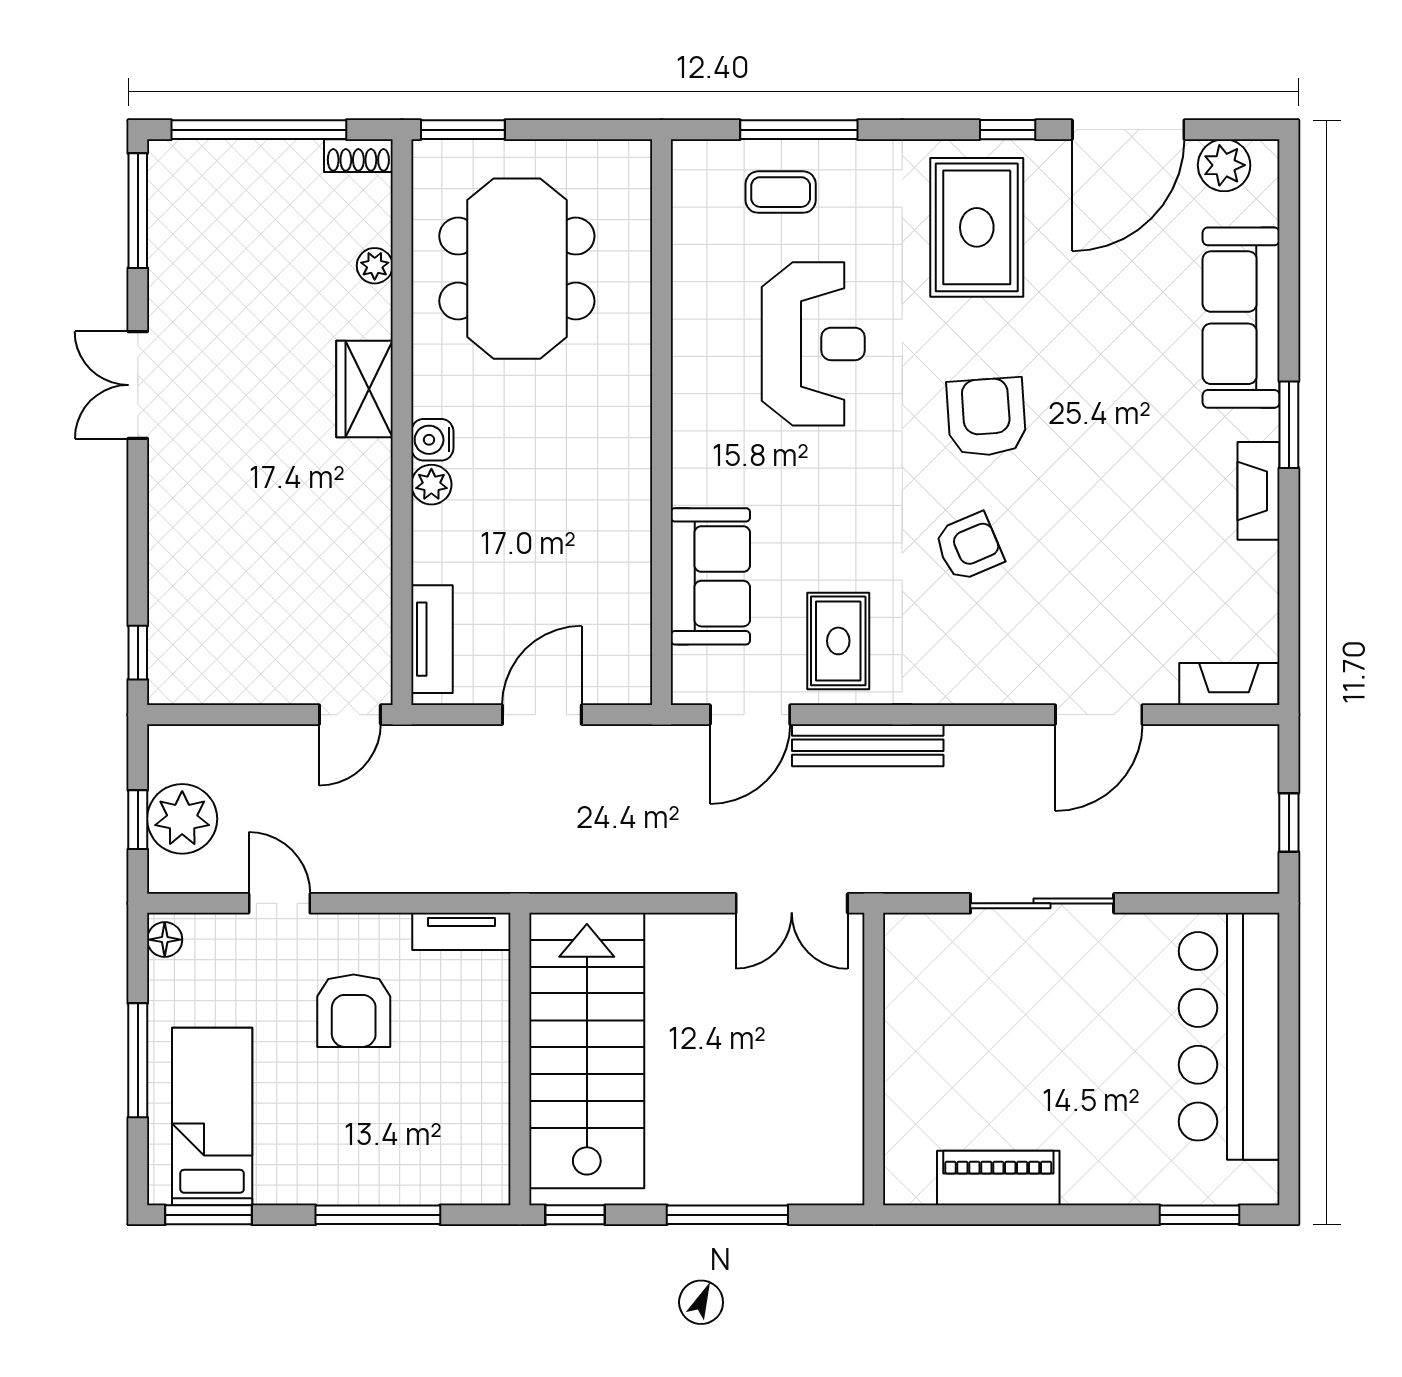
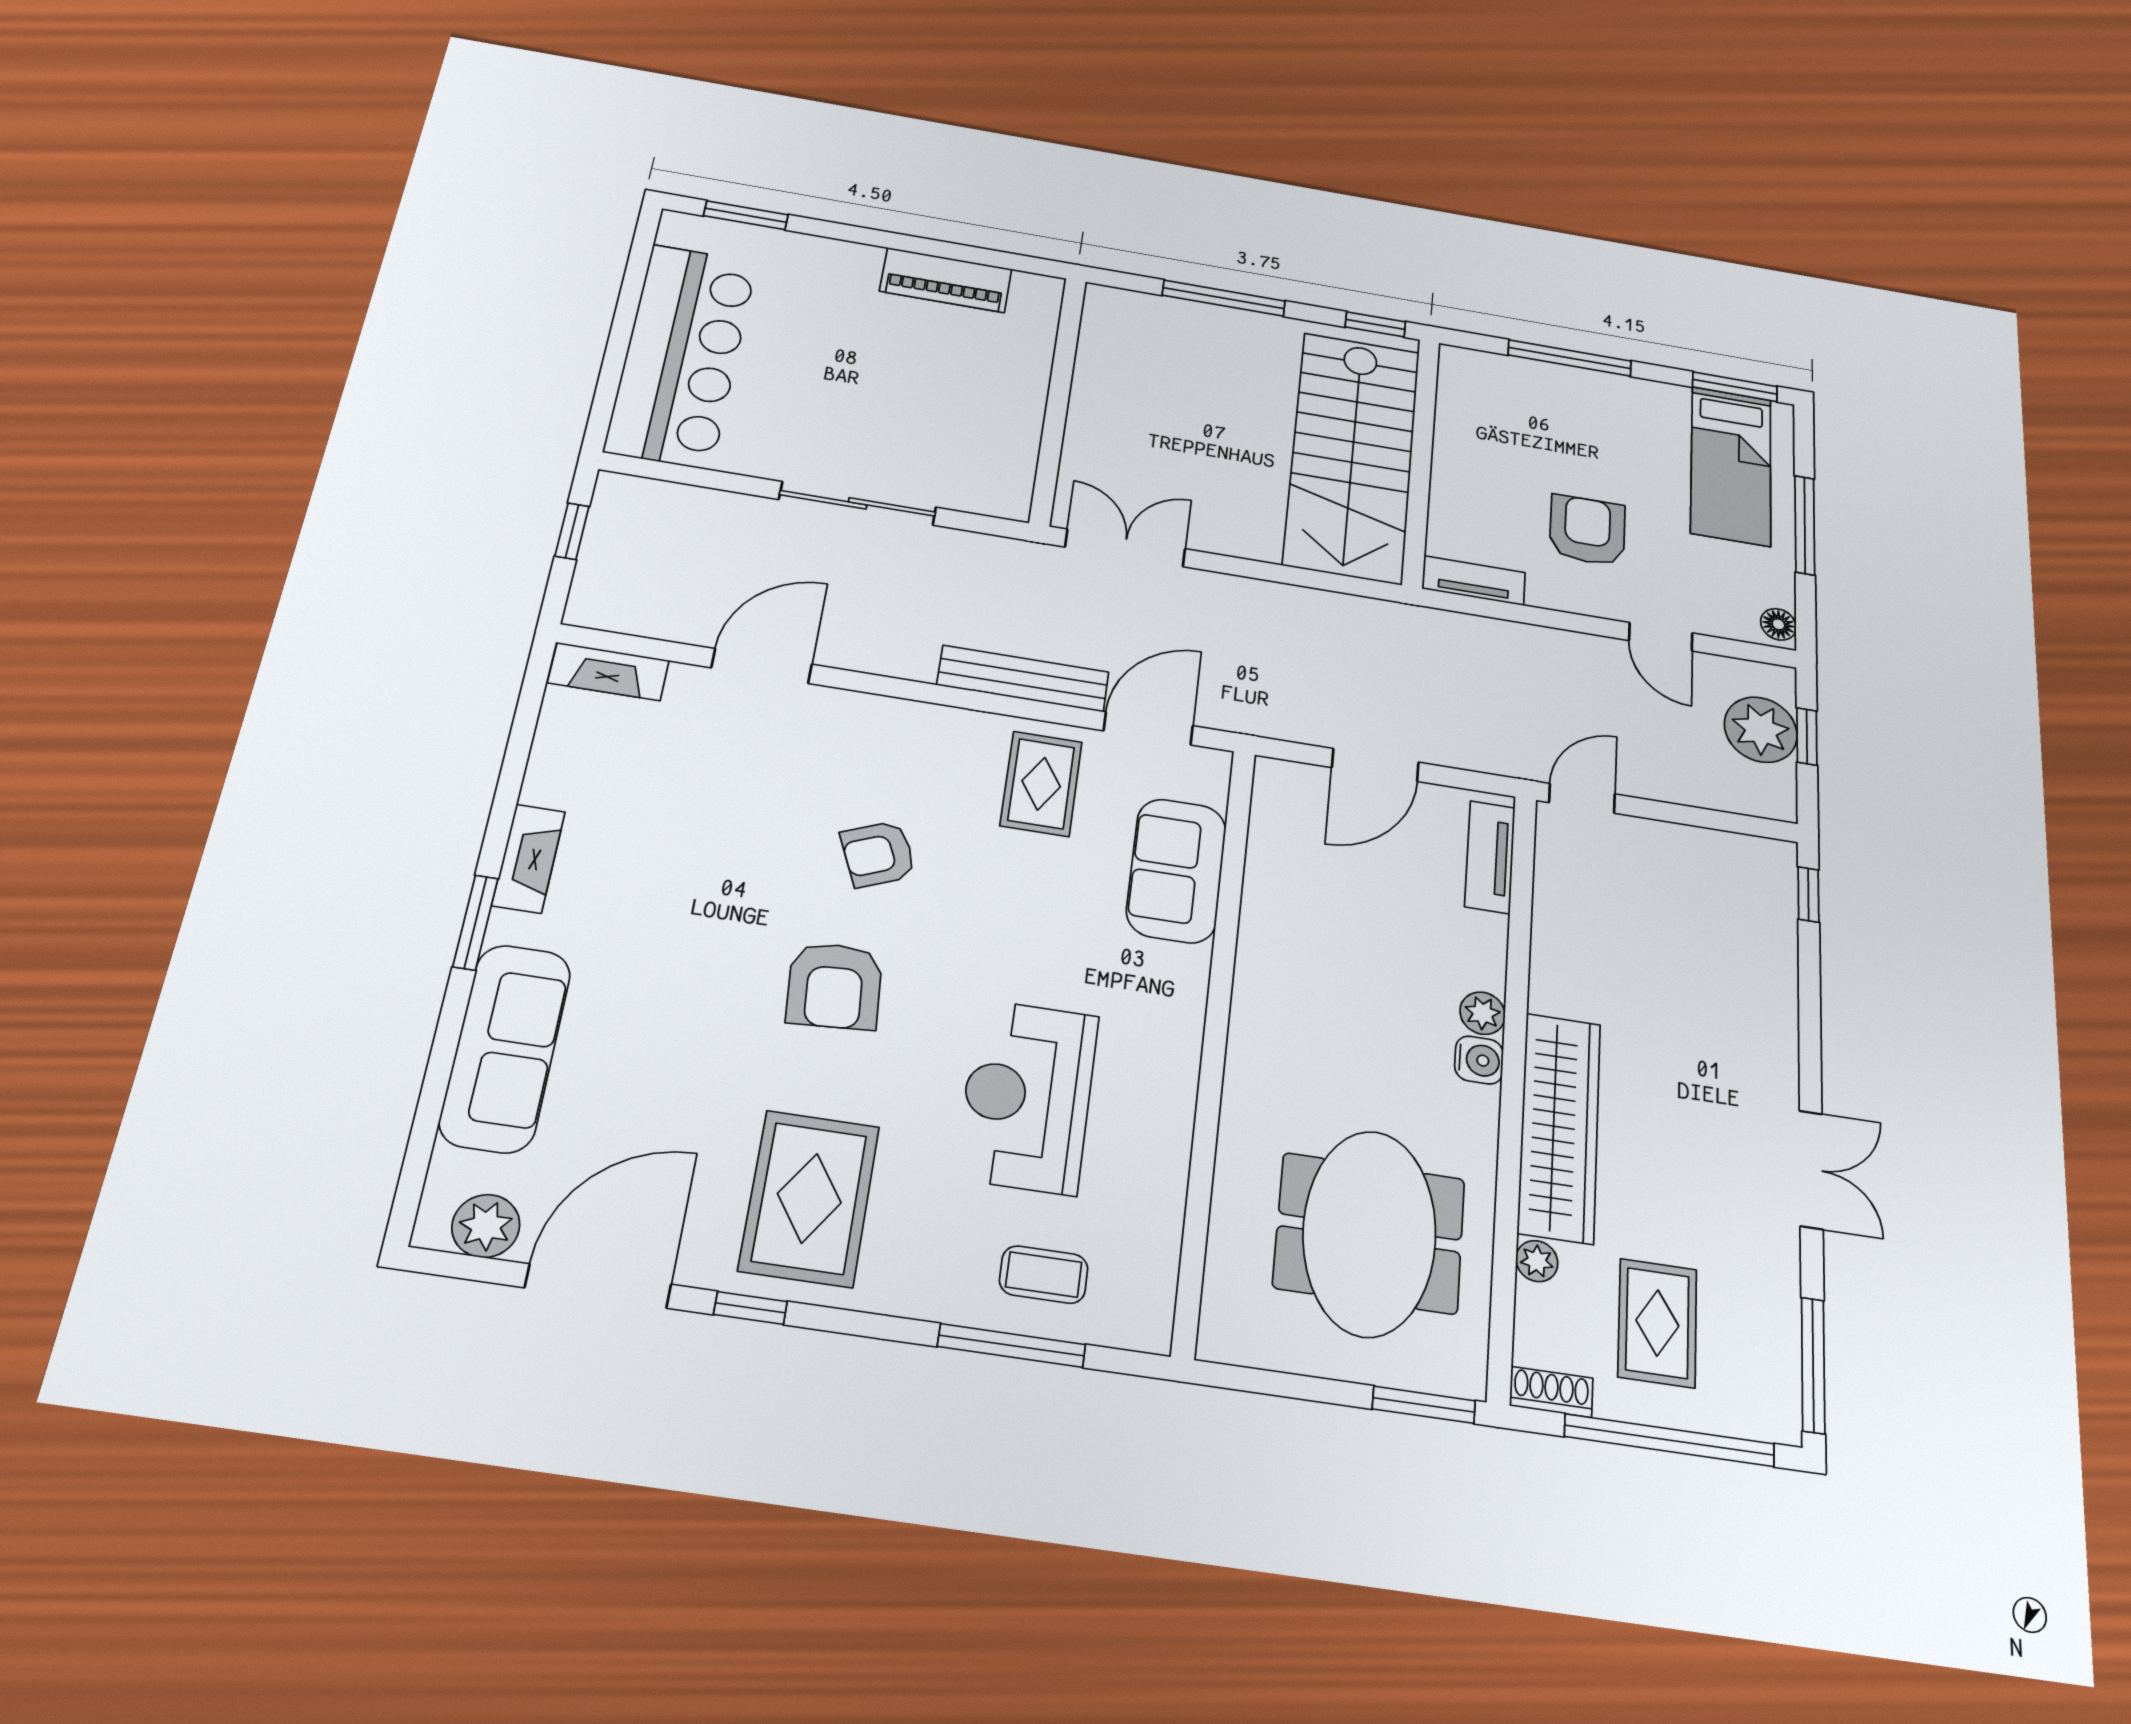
rug: (271, 227) -> (1657, 1323), added
wardrobe: (364, 389) -> (1559, 1127), width x2.10, depth x1.17

